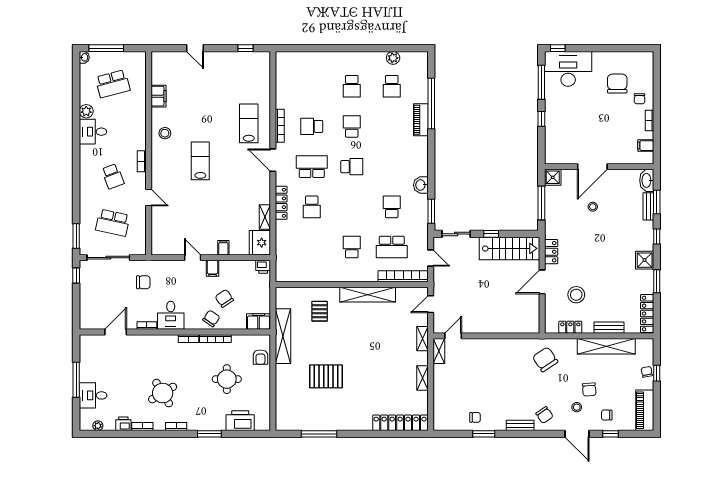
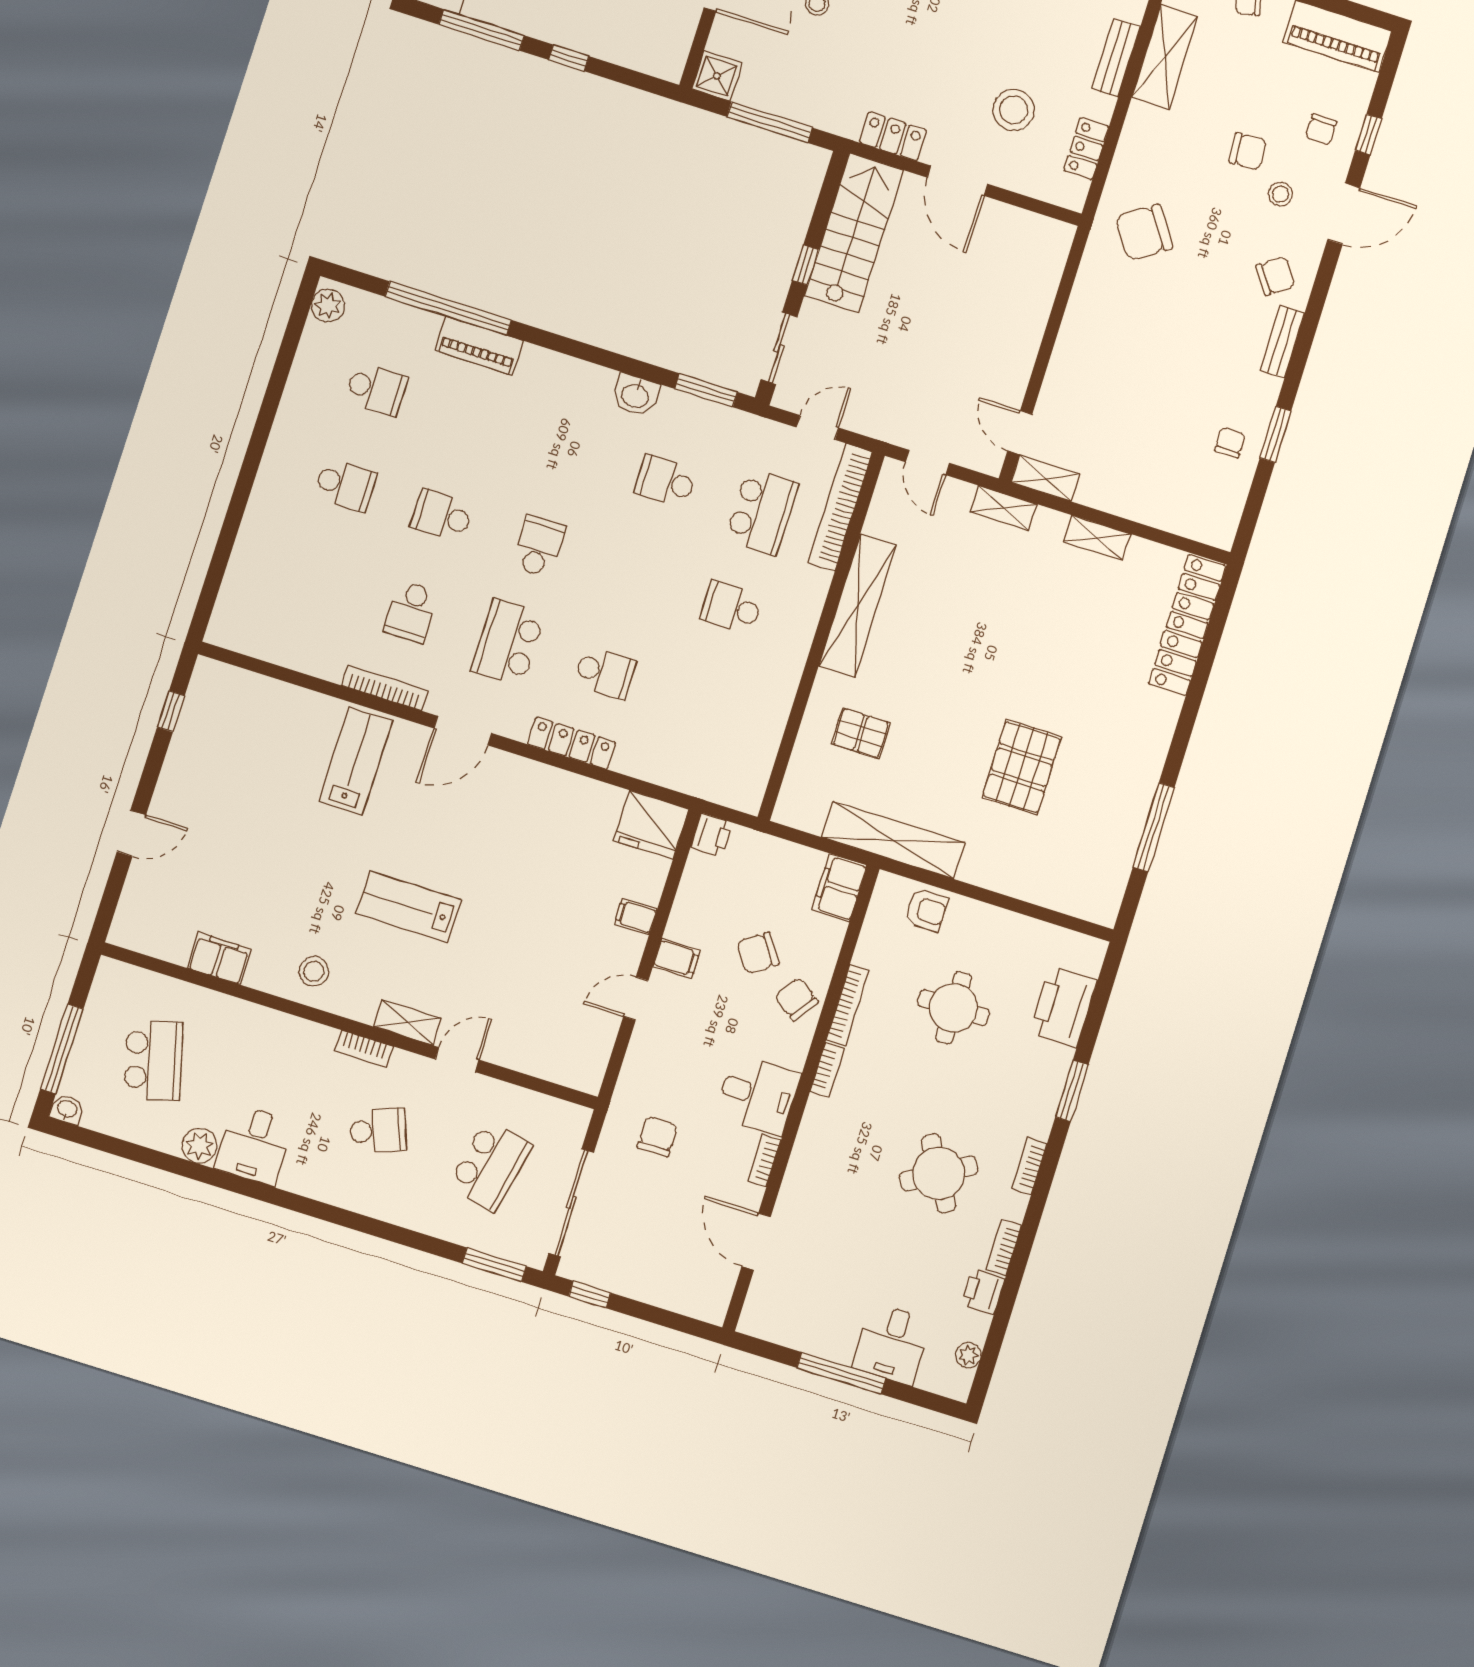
plant: (393, 58) -> (328, 306), moved
lab bench: (249, 123) -> (356, 761), turned 90
shelving: (265, 217) -> (407, 1022), moved
shelving: (606, 346) -> (1165, 57), width x0.68

